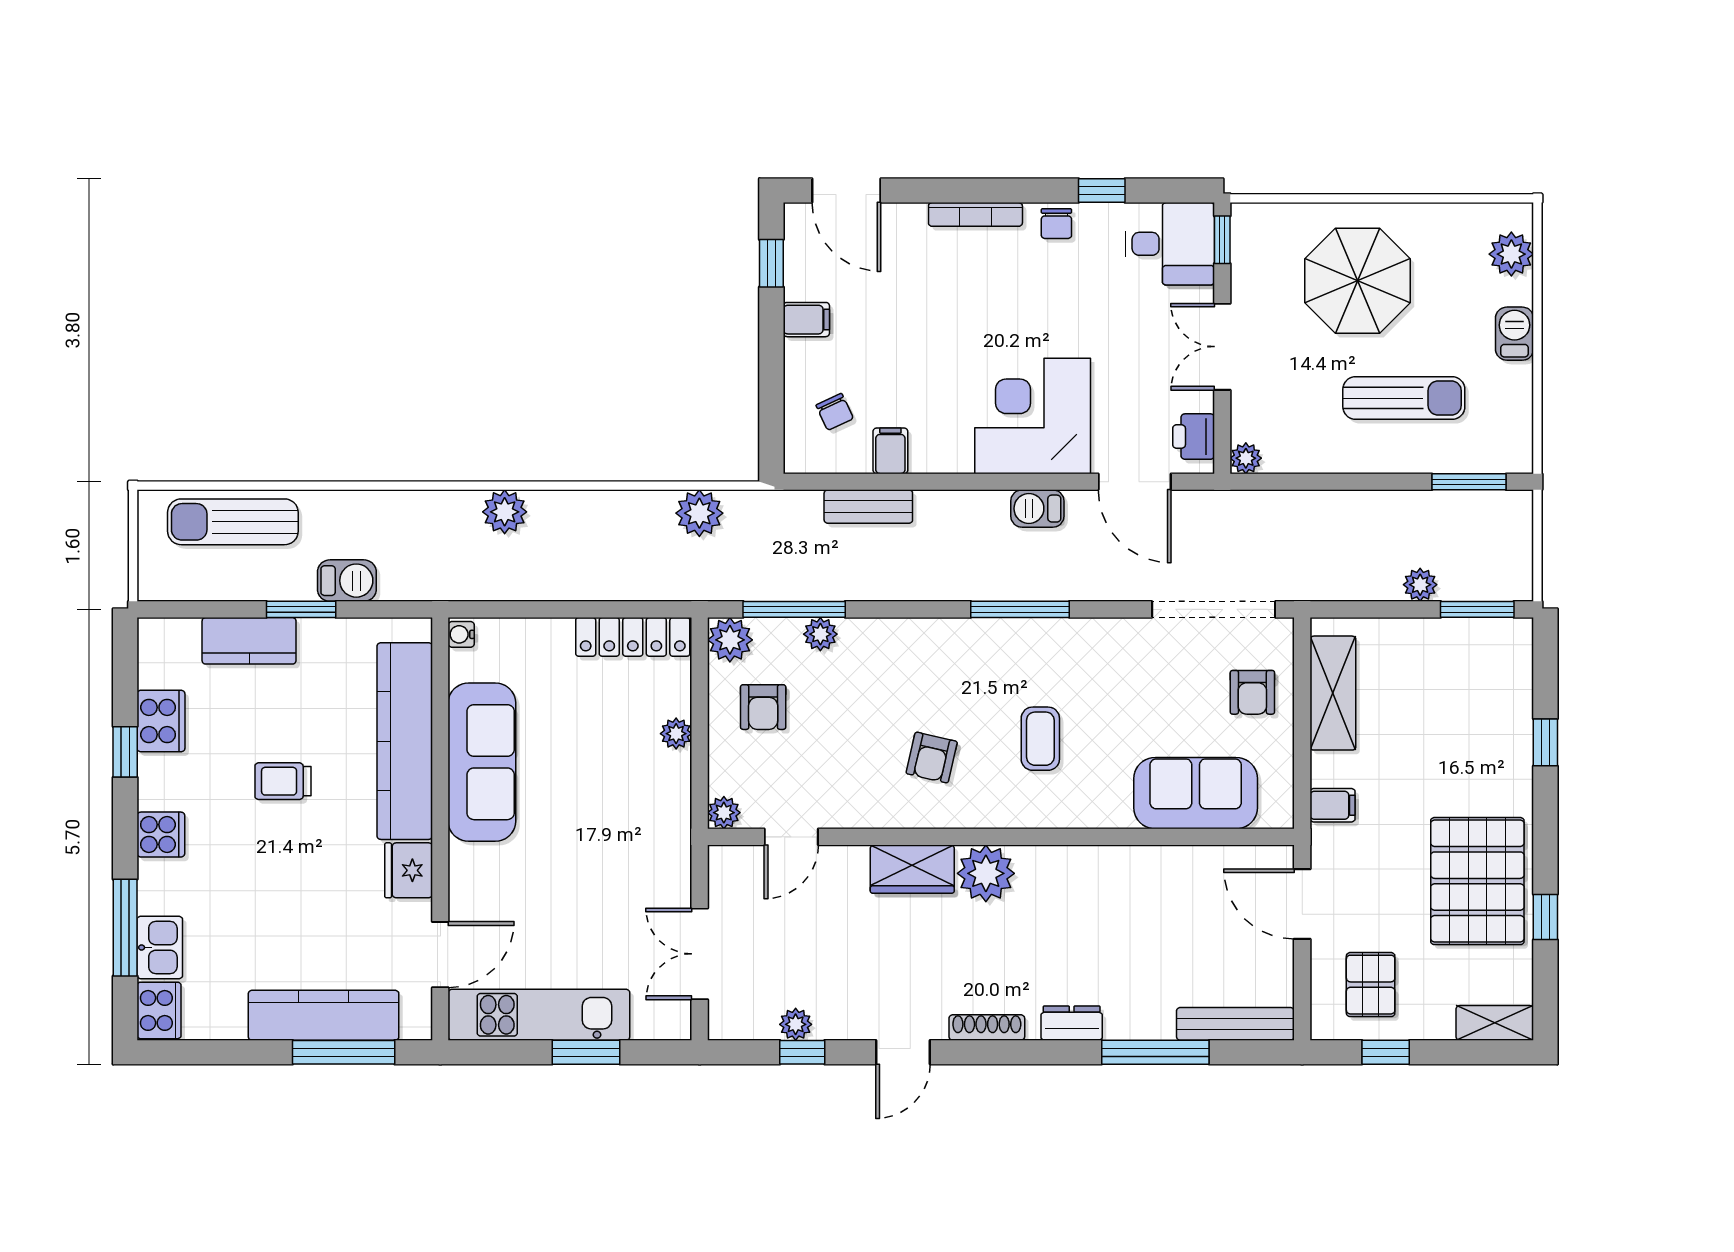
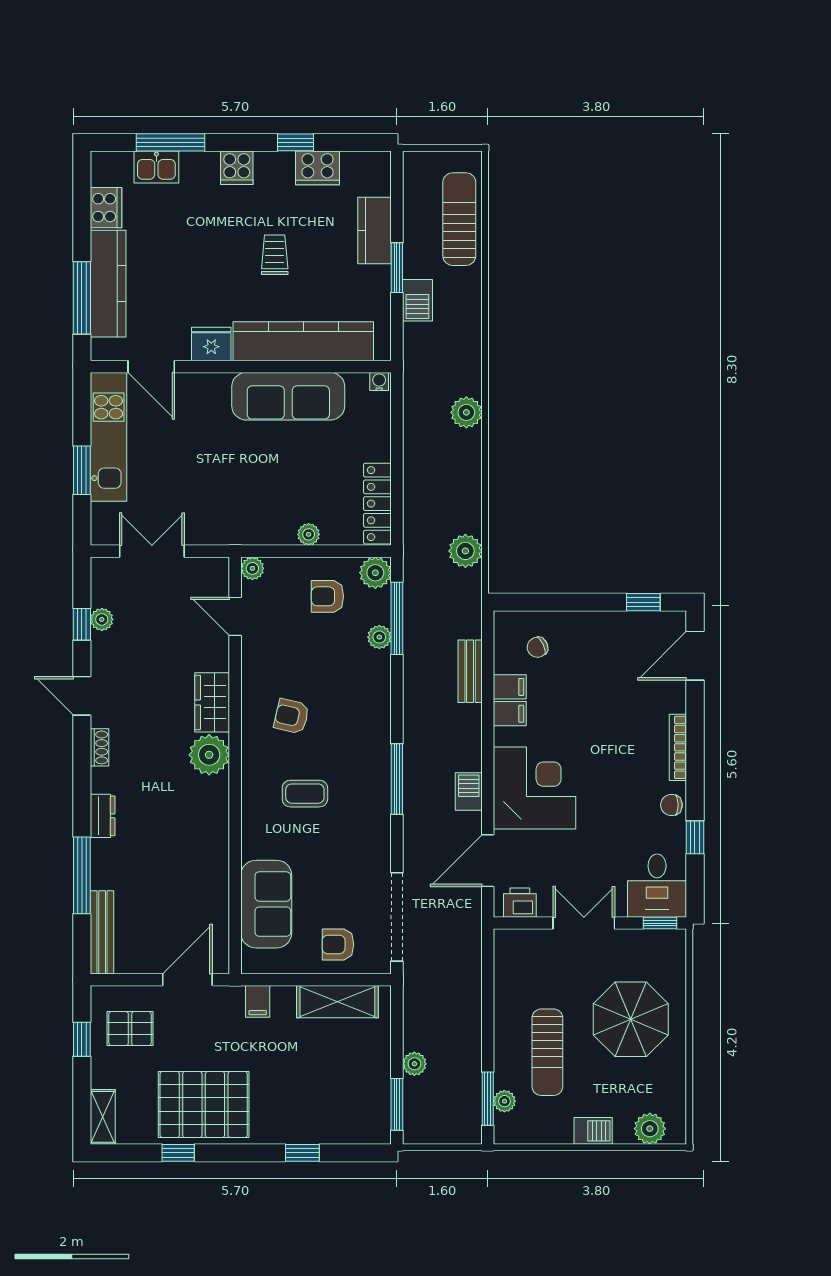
filing cabinet: (806, 320) -> (510, 714), moved, turned -90
plant: (1246, 458) -> (504, 1101), moved
cooker: (159, 1010) -> (106, 208), moved, turned -90
shoe rack: (987, 1027) -> (99, 747), width x0.70

